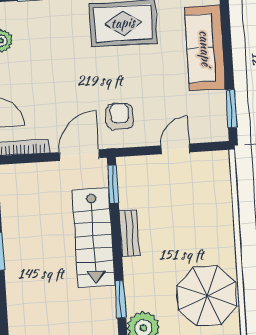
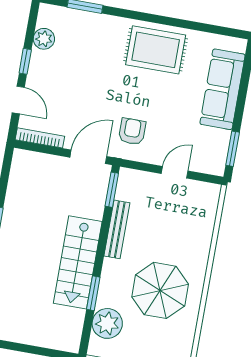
bench: (129, 233) -> (117, 229), width x1.36
stairs: (94, 238) -> (78, 262), moved
parasol: (207, 296) -> (160, 290), moved

